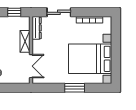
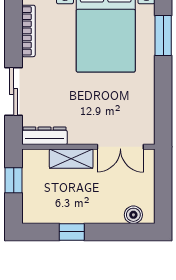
double door: (31, 66) -> (120, 147), swing flipped
window: (75, 88) -> (163, 36), moved

